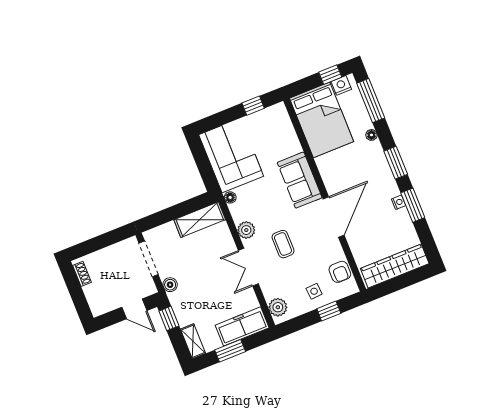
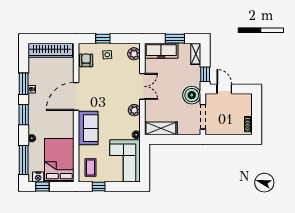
coffee table: (283, 244) -> (91, 167), moved
boiler: (170, 285) -> (192, 95), width x1.86, depth x1.86

